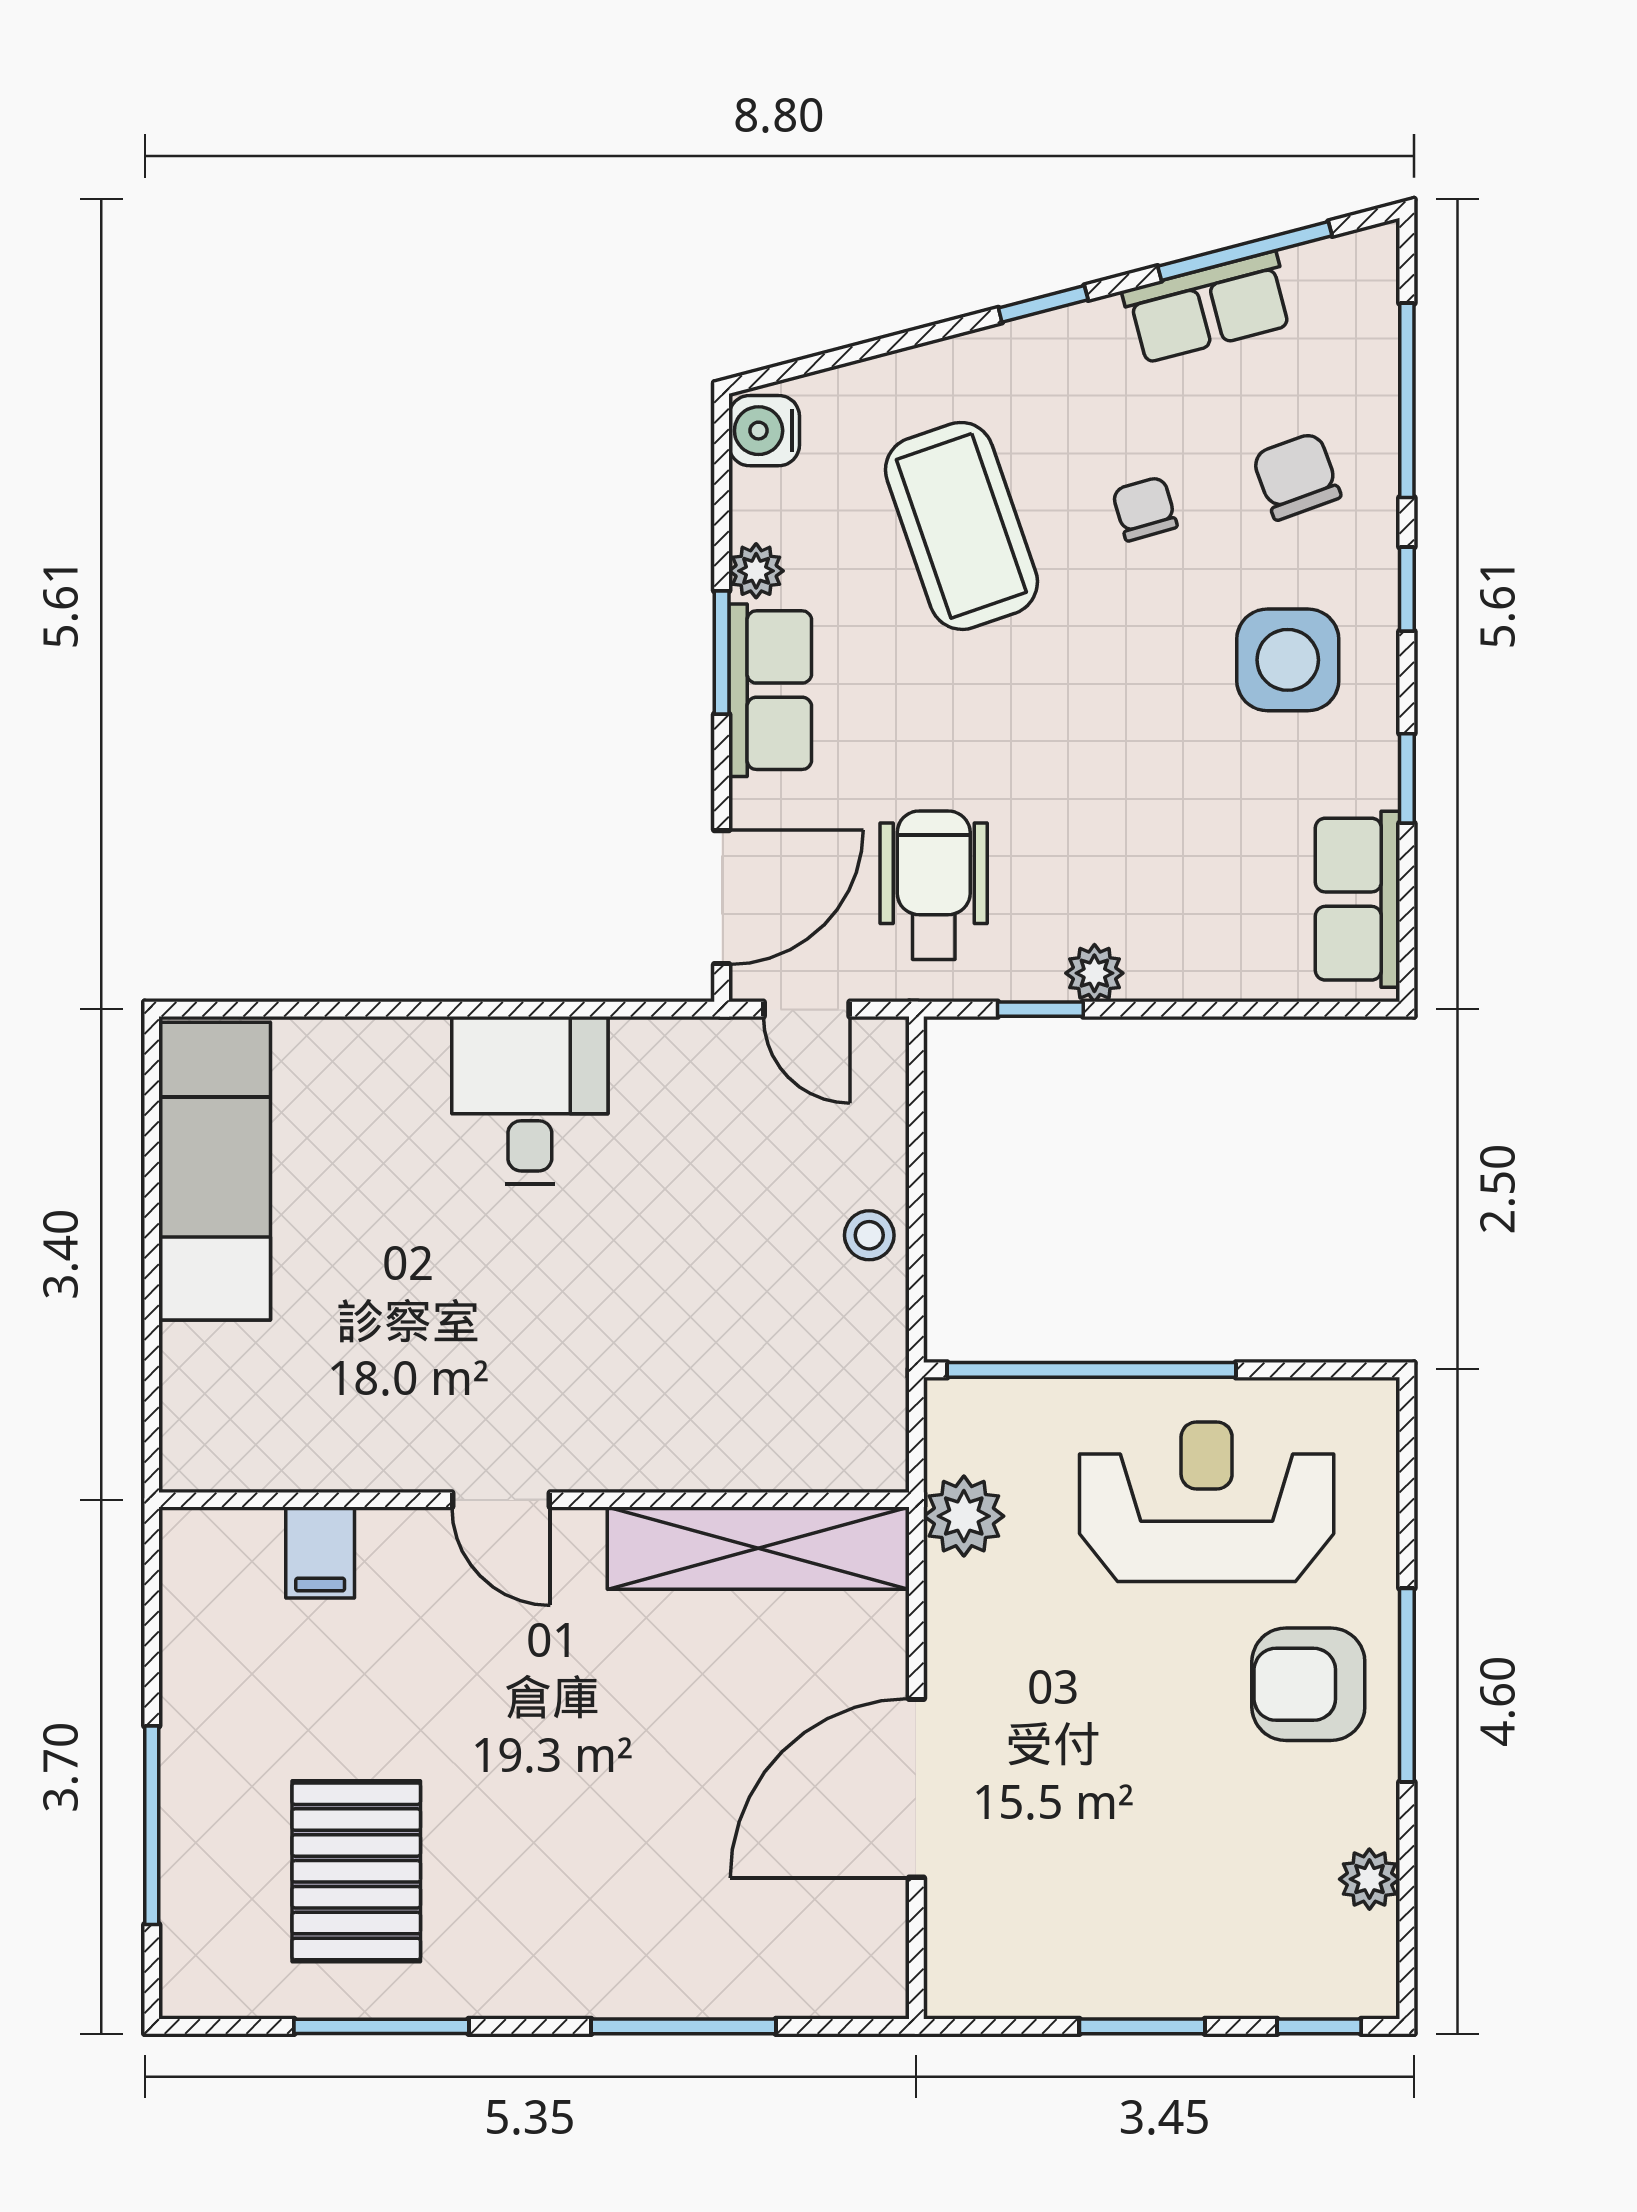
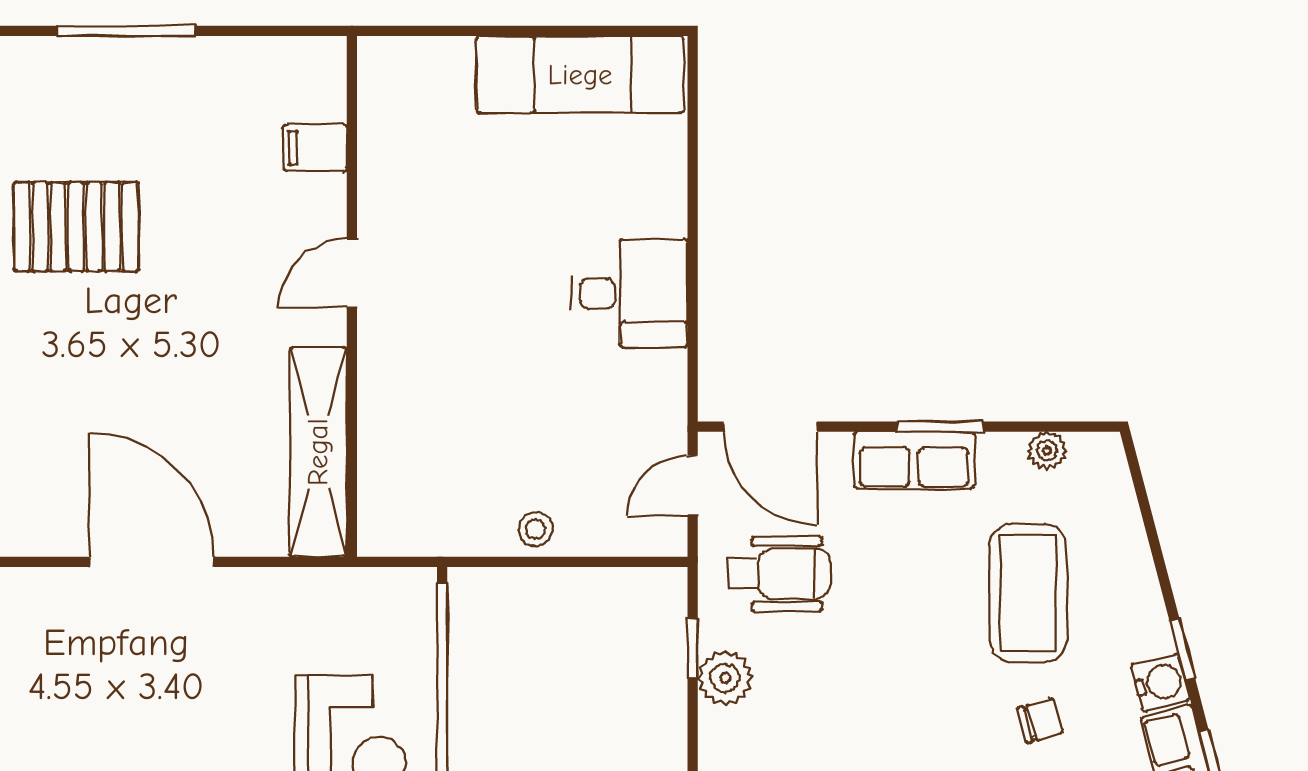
water cooler: (764, 431) -> (1160, 683), moved, turned 75
coffee table: (961, 526) -> (1028, 593), turned -71
plant: (756, 571) -> (1047, 450), moved
plant: (1094, 973) -> (725, 678), width x1.38, depth x1.38
plant: (964, 1516) -> (341, 595), removed
pallet: (356, 1871) -> (76, 227), moved

